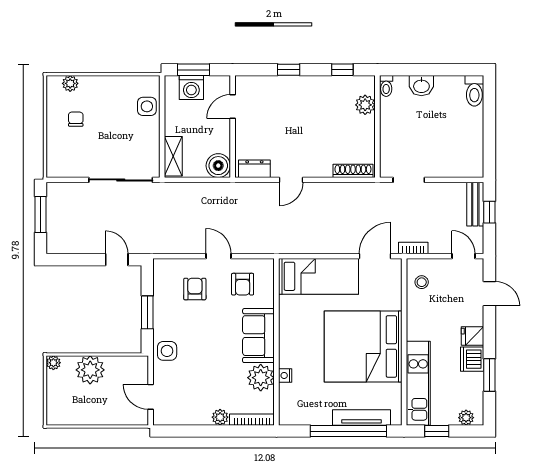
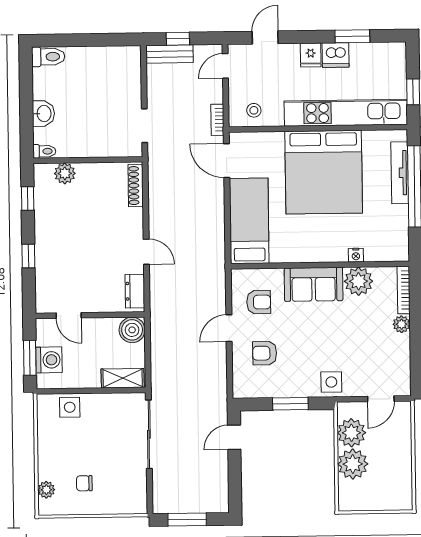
plant: (53, 363) -> (351, 433), moved, width x1.88, depth x1.88
kitchen unit: (418, 383) -> (346, 113), width x1.36
plant: (466, 418) -> (398, 61), removed

